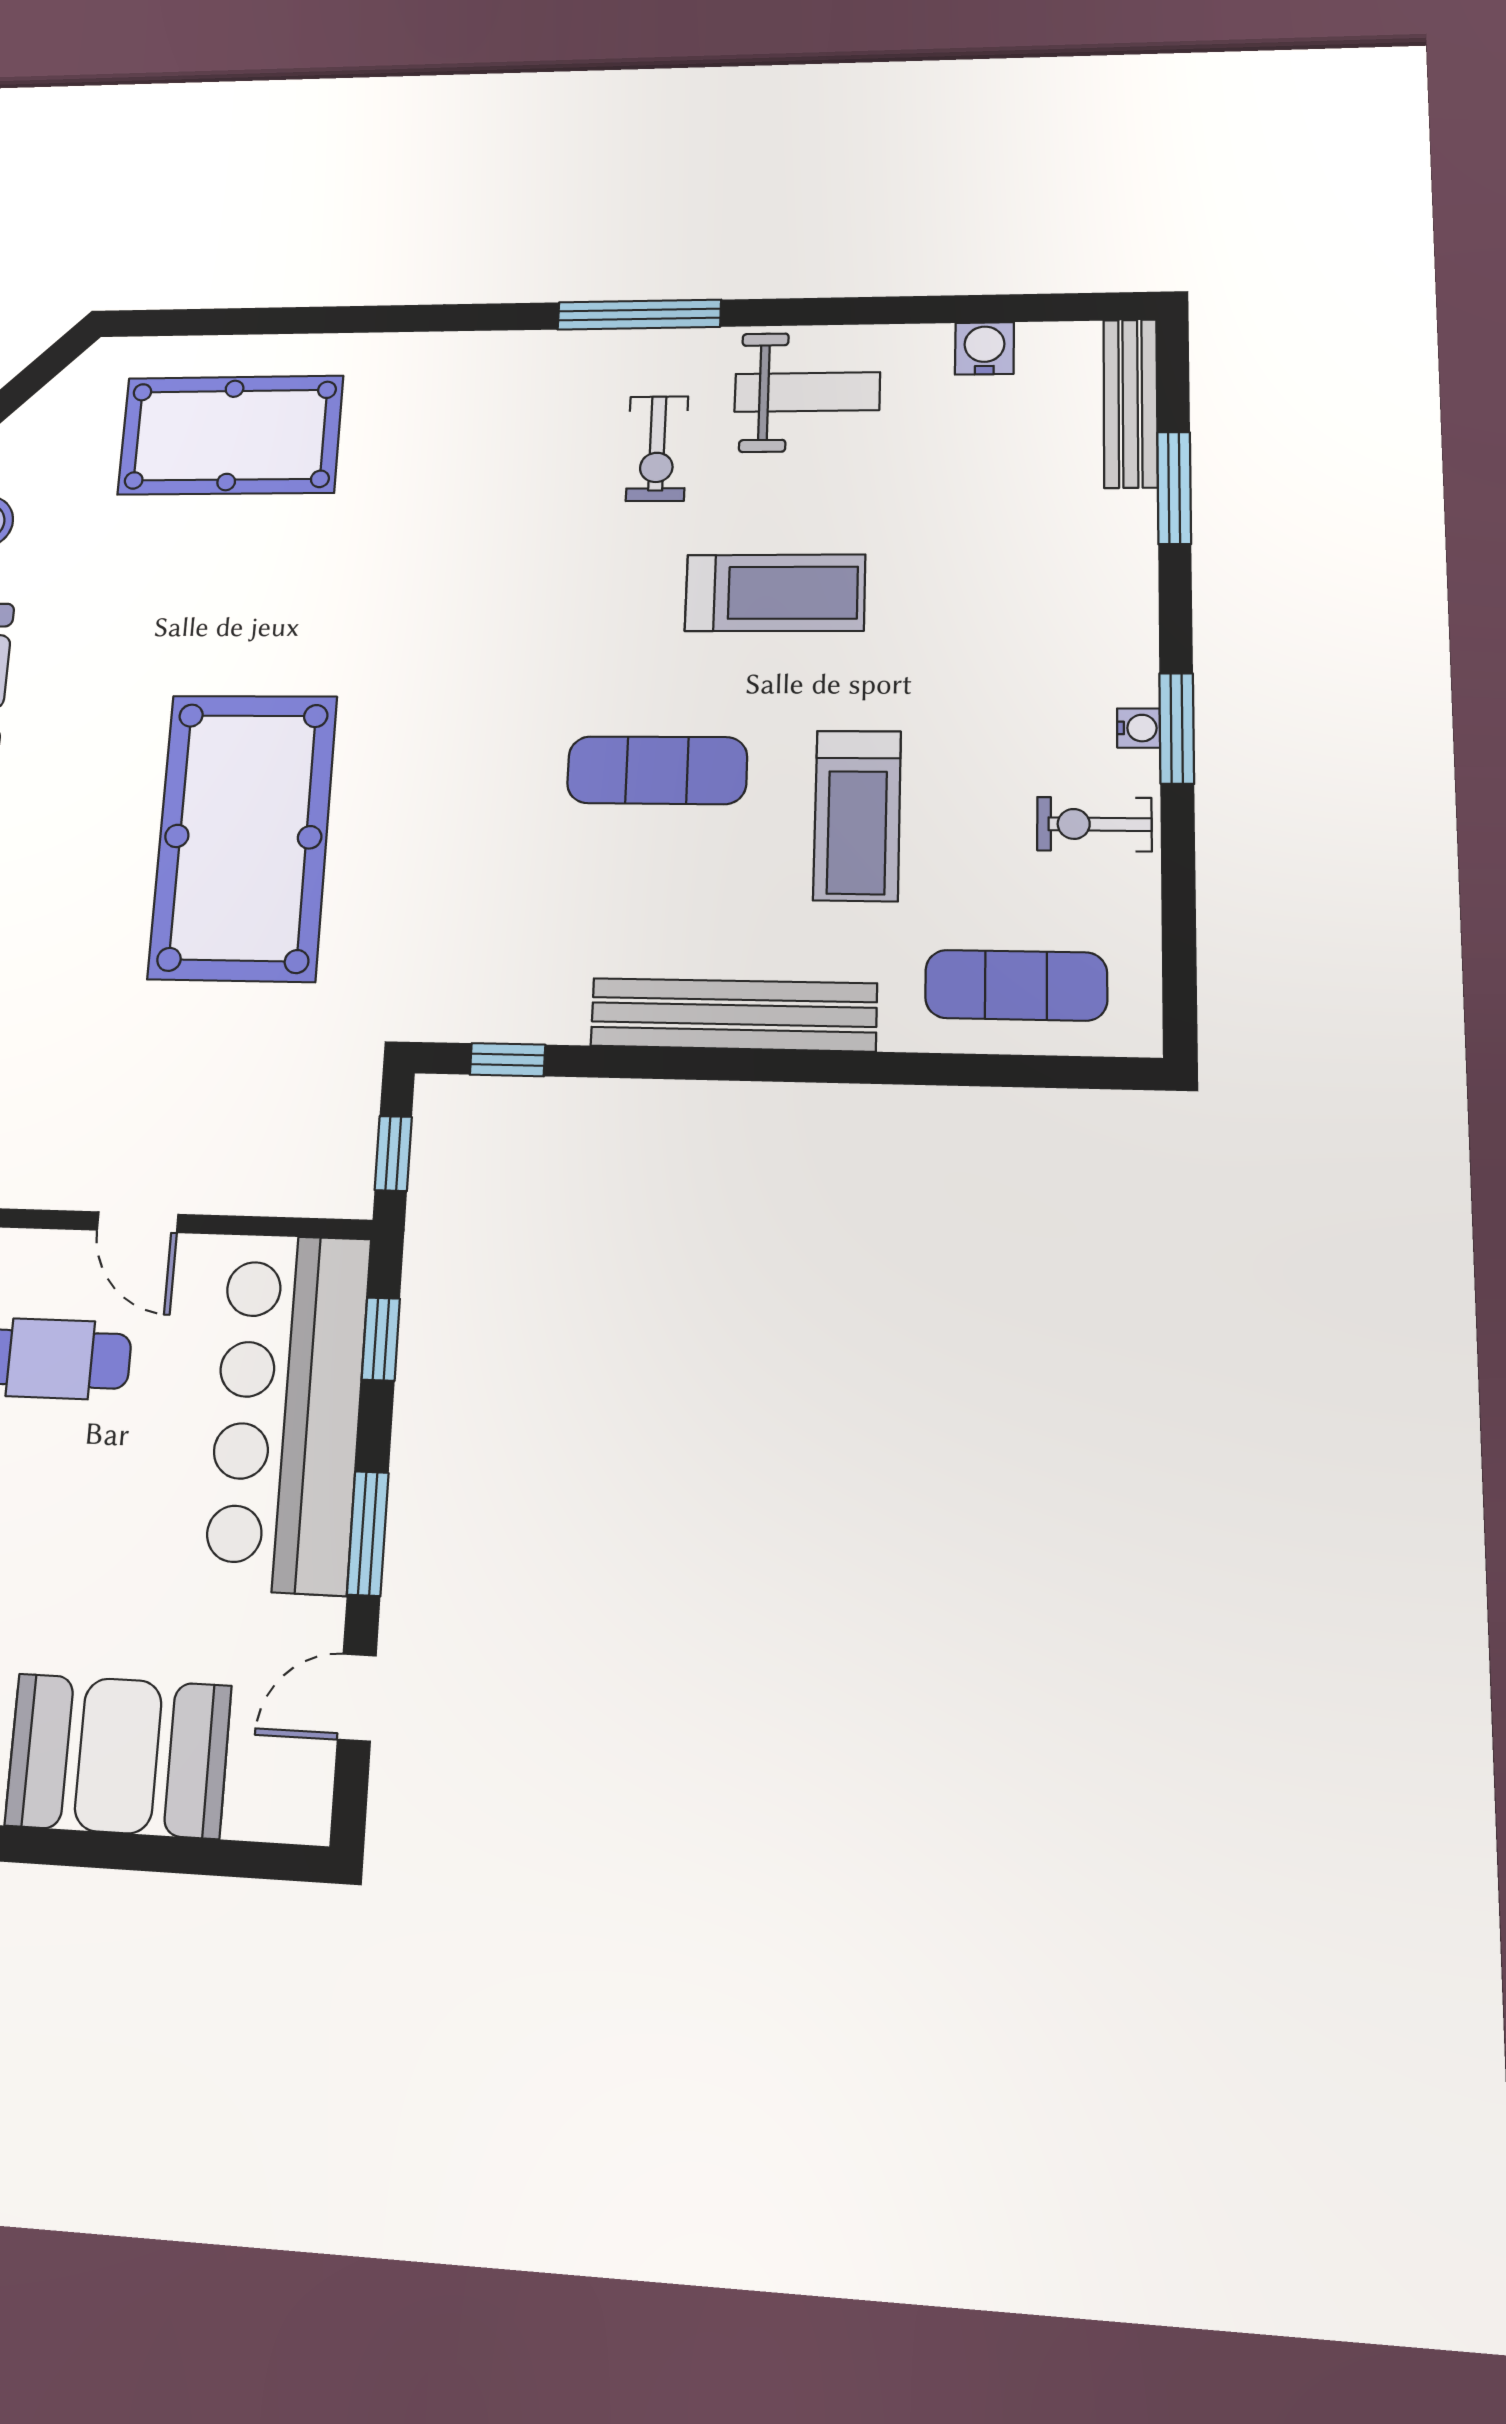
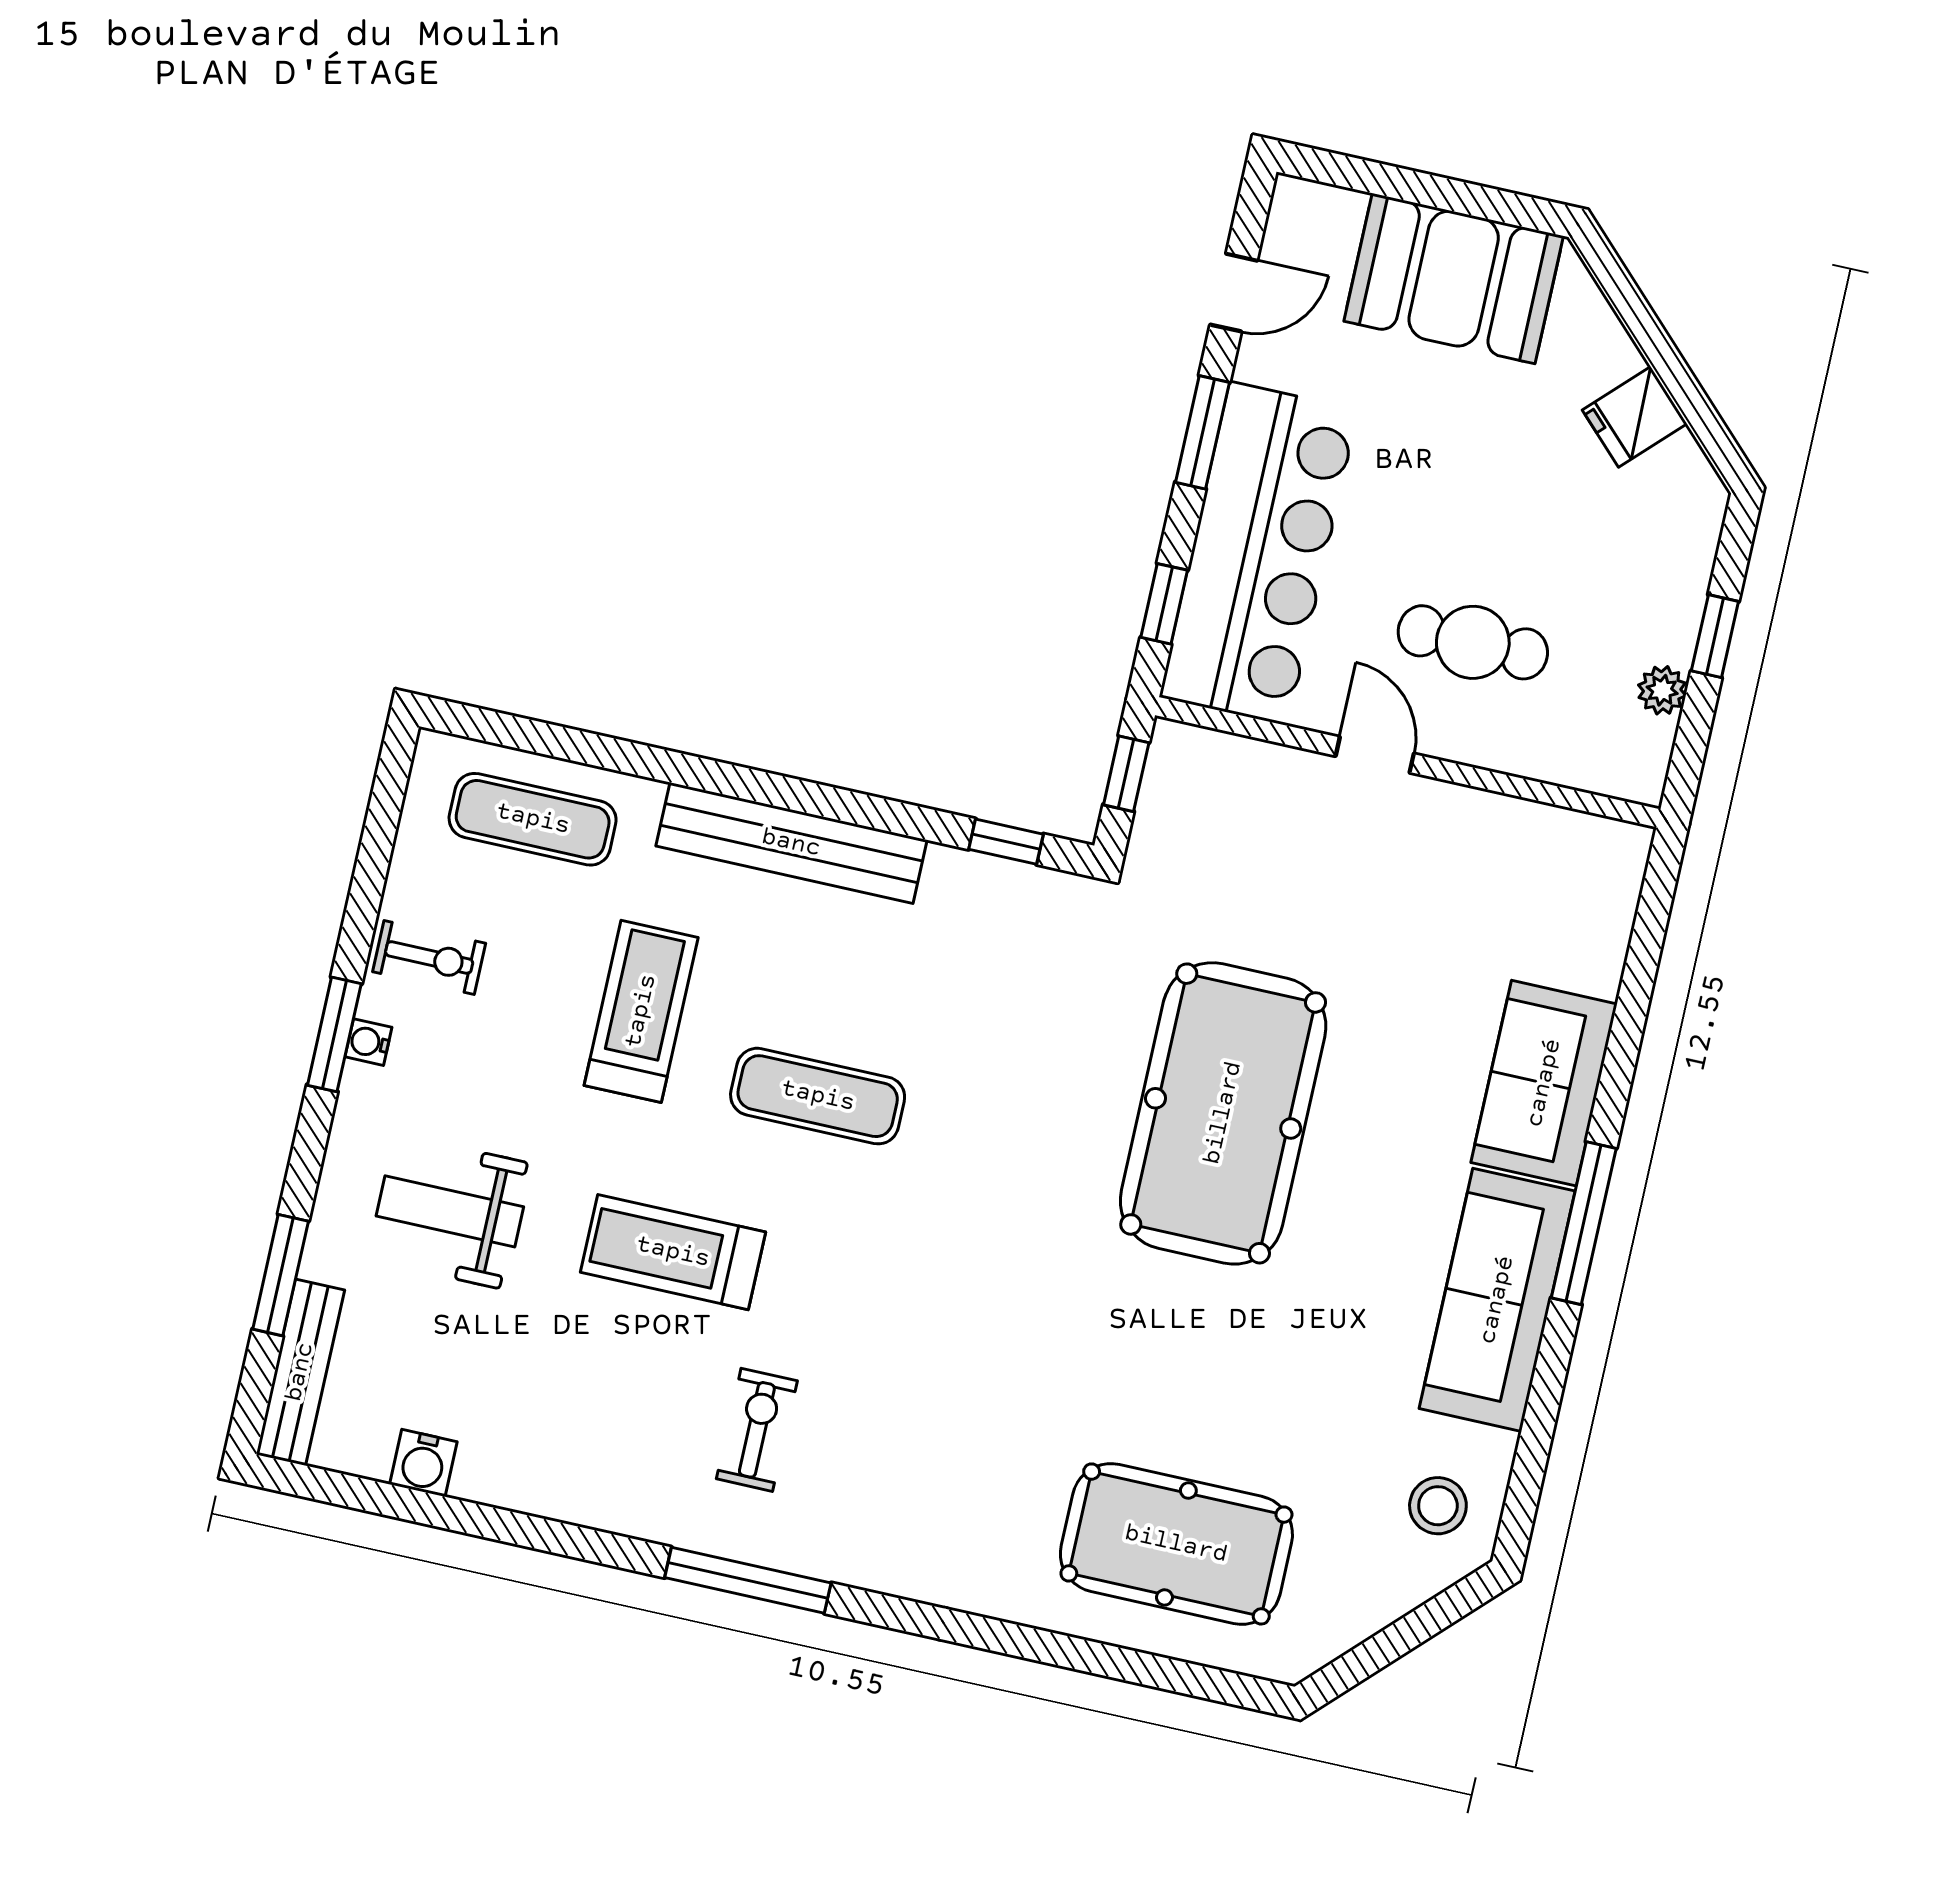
weight bench: (807, 392) -> (450, 1211), moved

